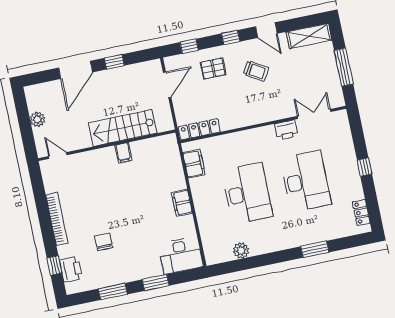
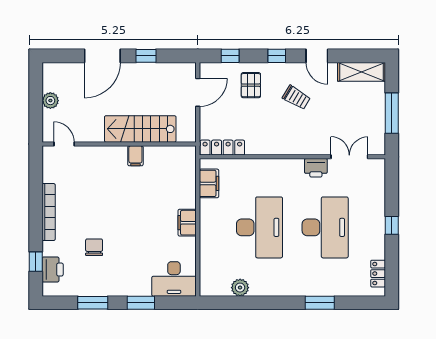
pallet: (213, 68) -> (251, 85), turned 90

